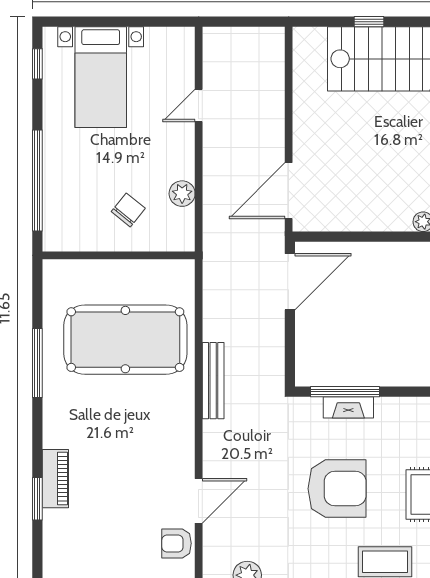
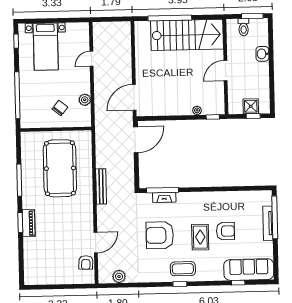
window: (369, 22) -> (170, 18), width x3.17
pool table: (125, 340) -> (60, 168), turned 90
piano: (55, 479) -> (29, 223), moved
armchair: (337, 489) -> (160, 235), turned 180
window: (37, 499) -> (20, 222), moved
armchair: (177, 543) -> (86, 262), turned -87

